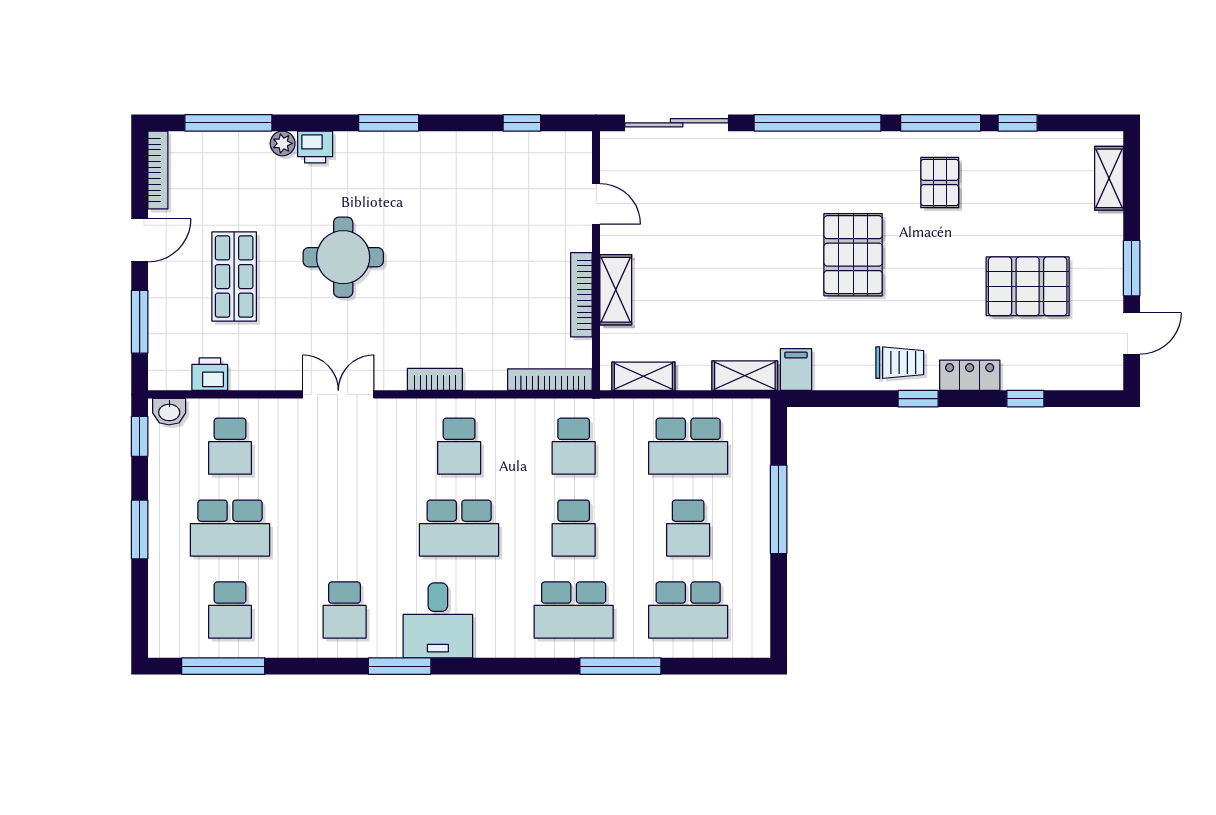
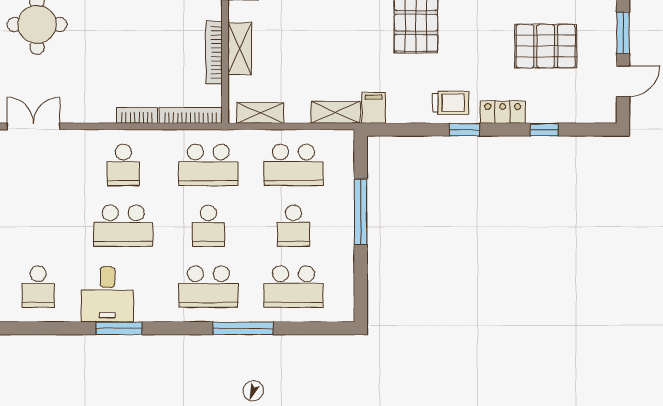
bookcase: (435, 379) -> (137, 115), moved
school desk: (574, 446) -> (208, 165), width x1.85
window: (400, 666) -> (119, 328), moved

